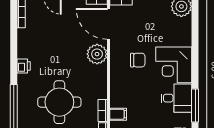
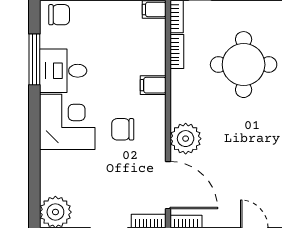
filing cabinet: (118, 114) -> (153, 85), moved

